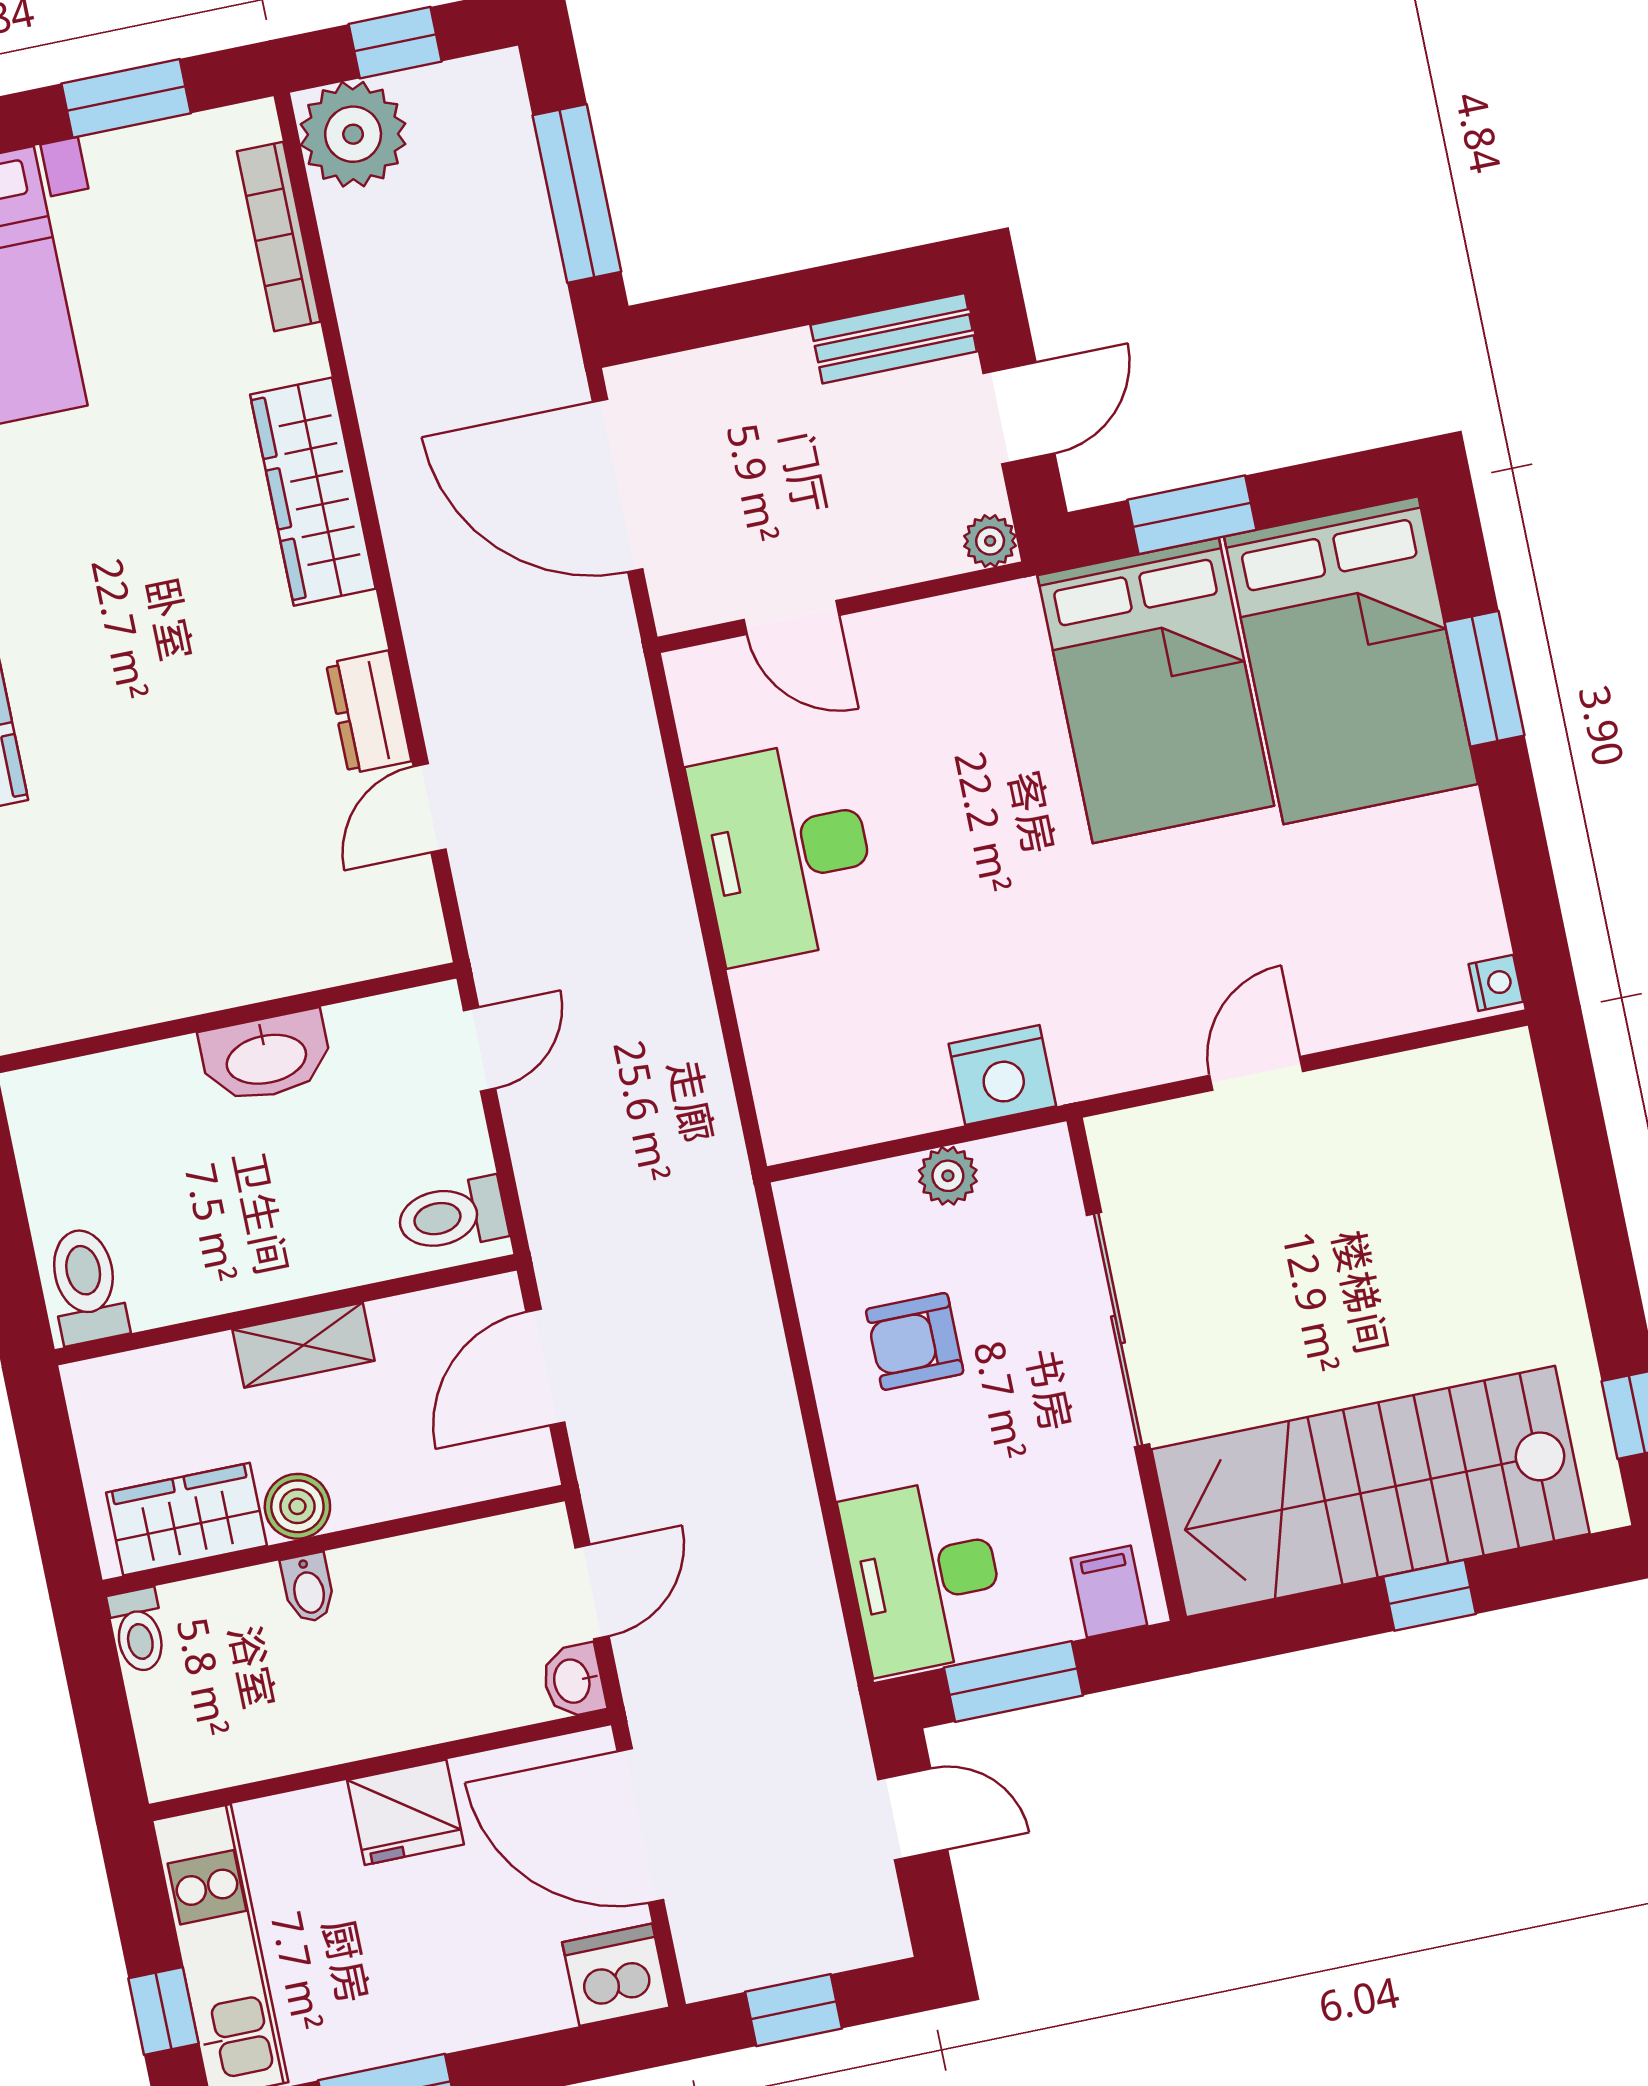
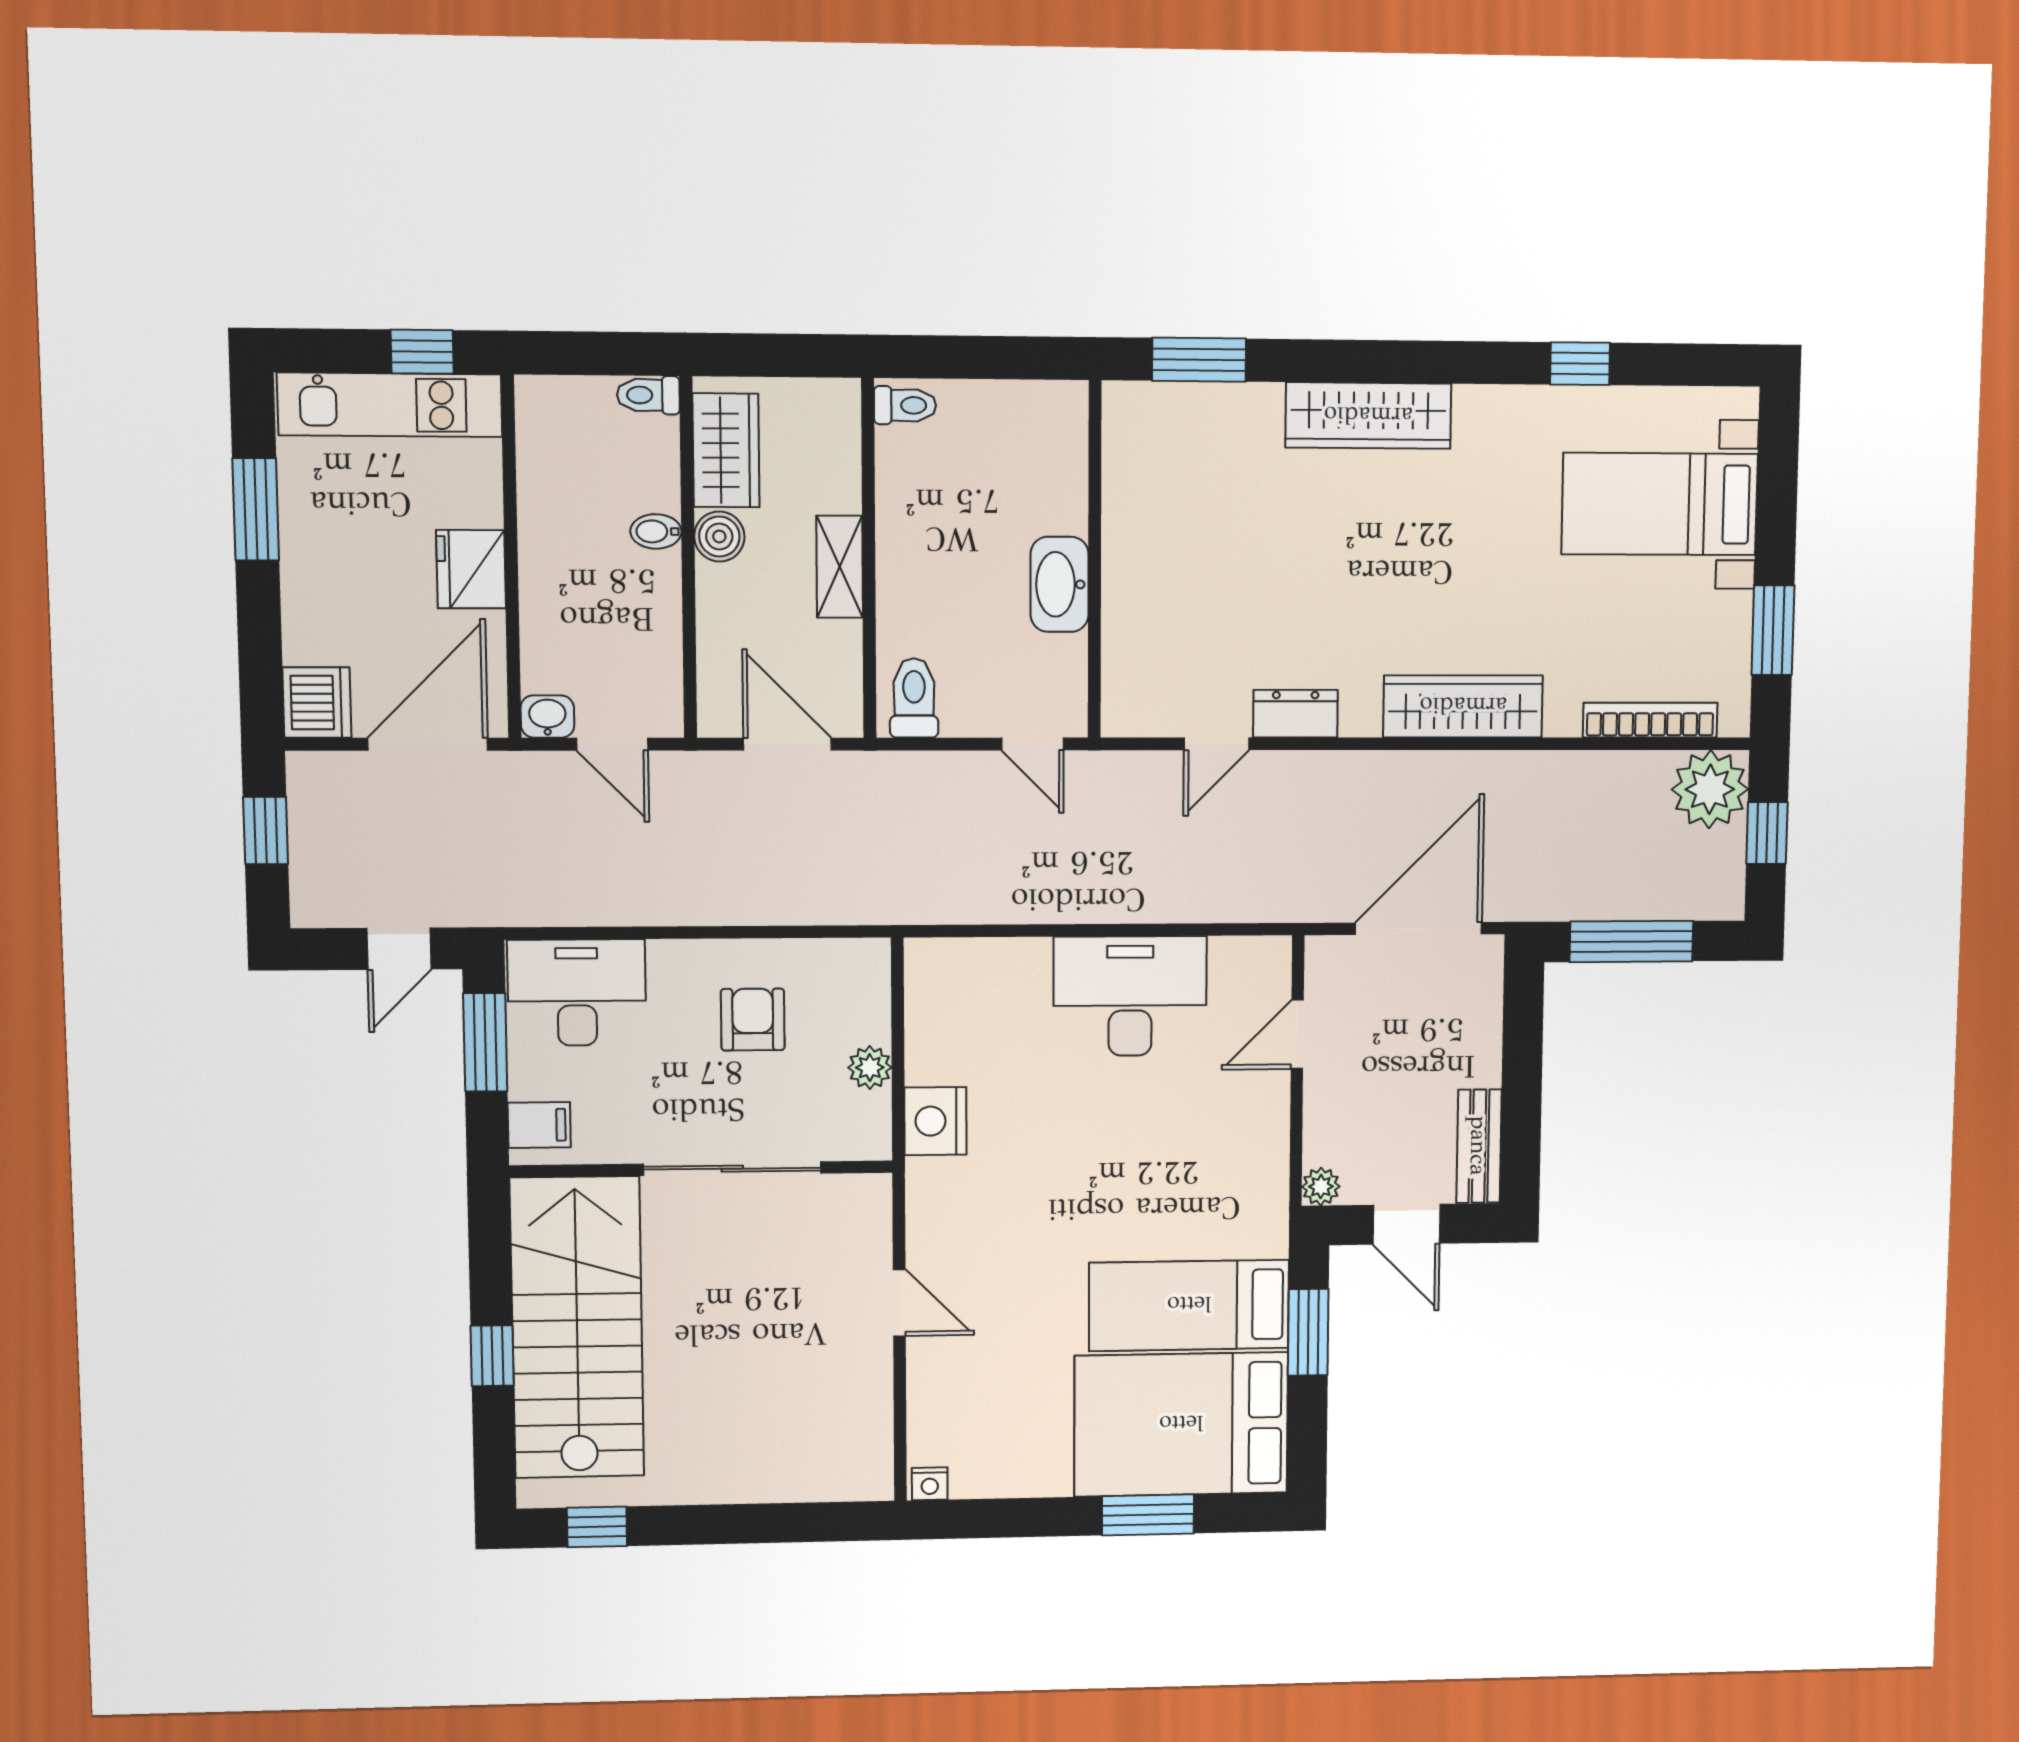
bed: (1156, 691) -> (1189, 1305), width x0.67
door: (430, 808) -> (1217, 744), swing flipped
toilet: (86, 1286) -> (905, 405), width x0.73, depth x0.72
window: (163, 2011) -> (422, 352), moved

